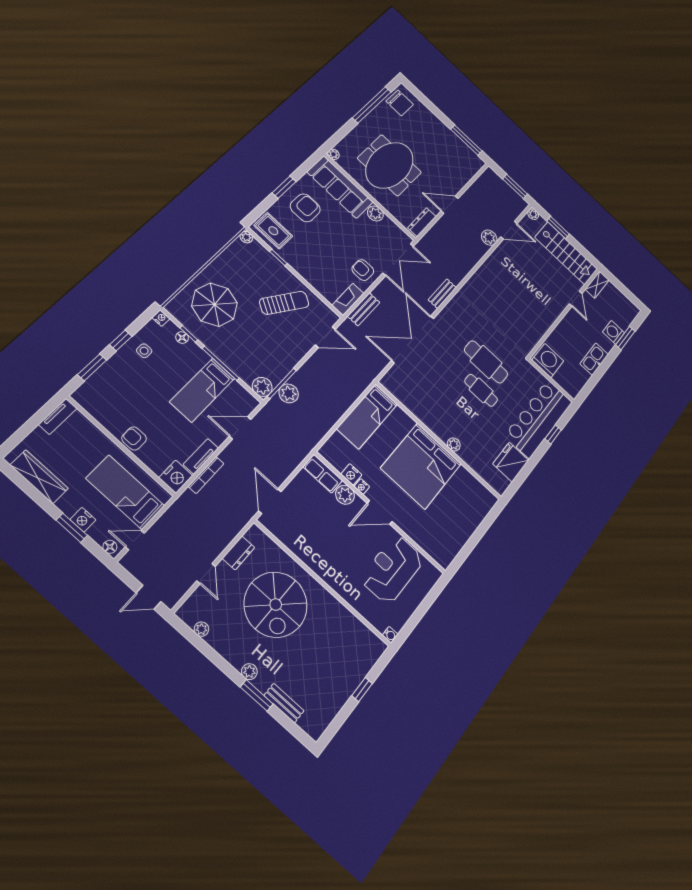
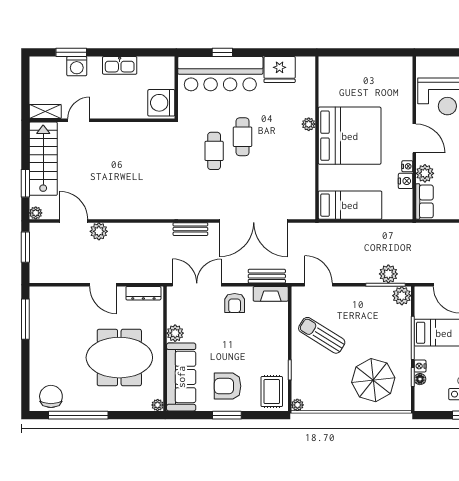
nightstand: (161, 318) -> (420, 366), moved
cafe table: (486, 362) -> (214, 151), width x0.73, depth x0.74

